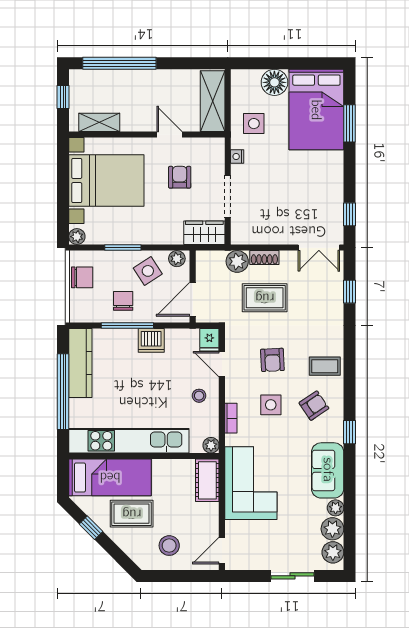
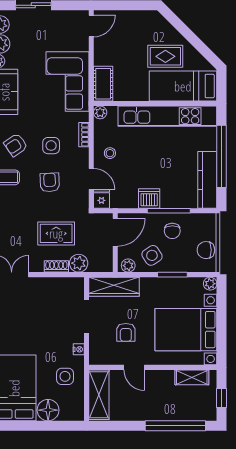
wardrobe: (204, 233) -> (114, 287), width x1.50
window: (91, 528) -> (199, 45), removed
stool: (169, 546) -> (134, 30), removed

